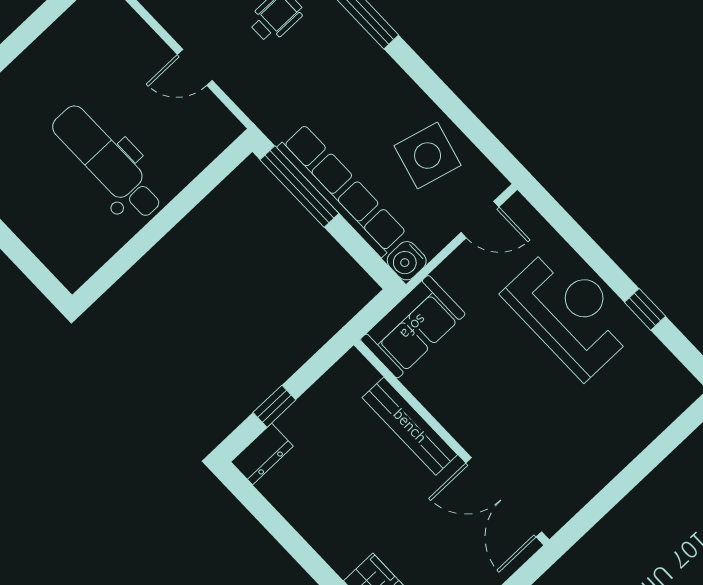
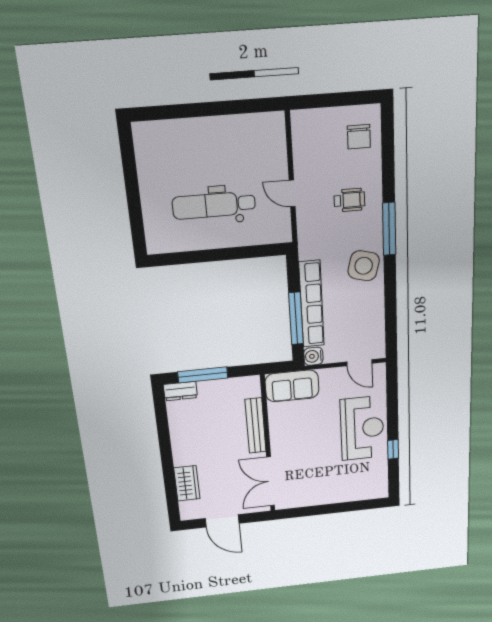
side table: (428, 156) -> (364, 266), moved
dental chair: (107, 162) -> (214, 205), turned -90
window: (299, 187) -> (296, 318), moved
window: (274, 406) -> (203, 375), width x2.17

